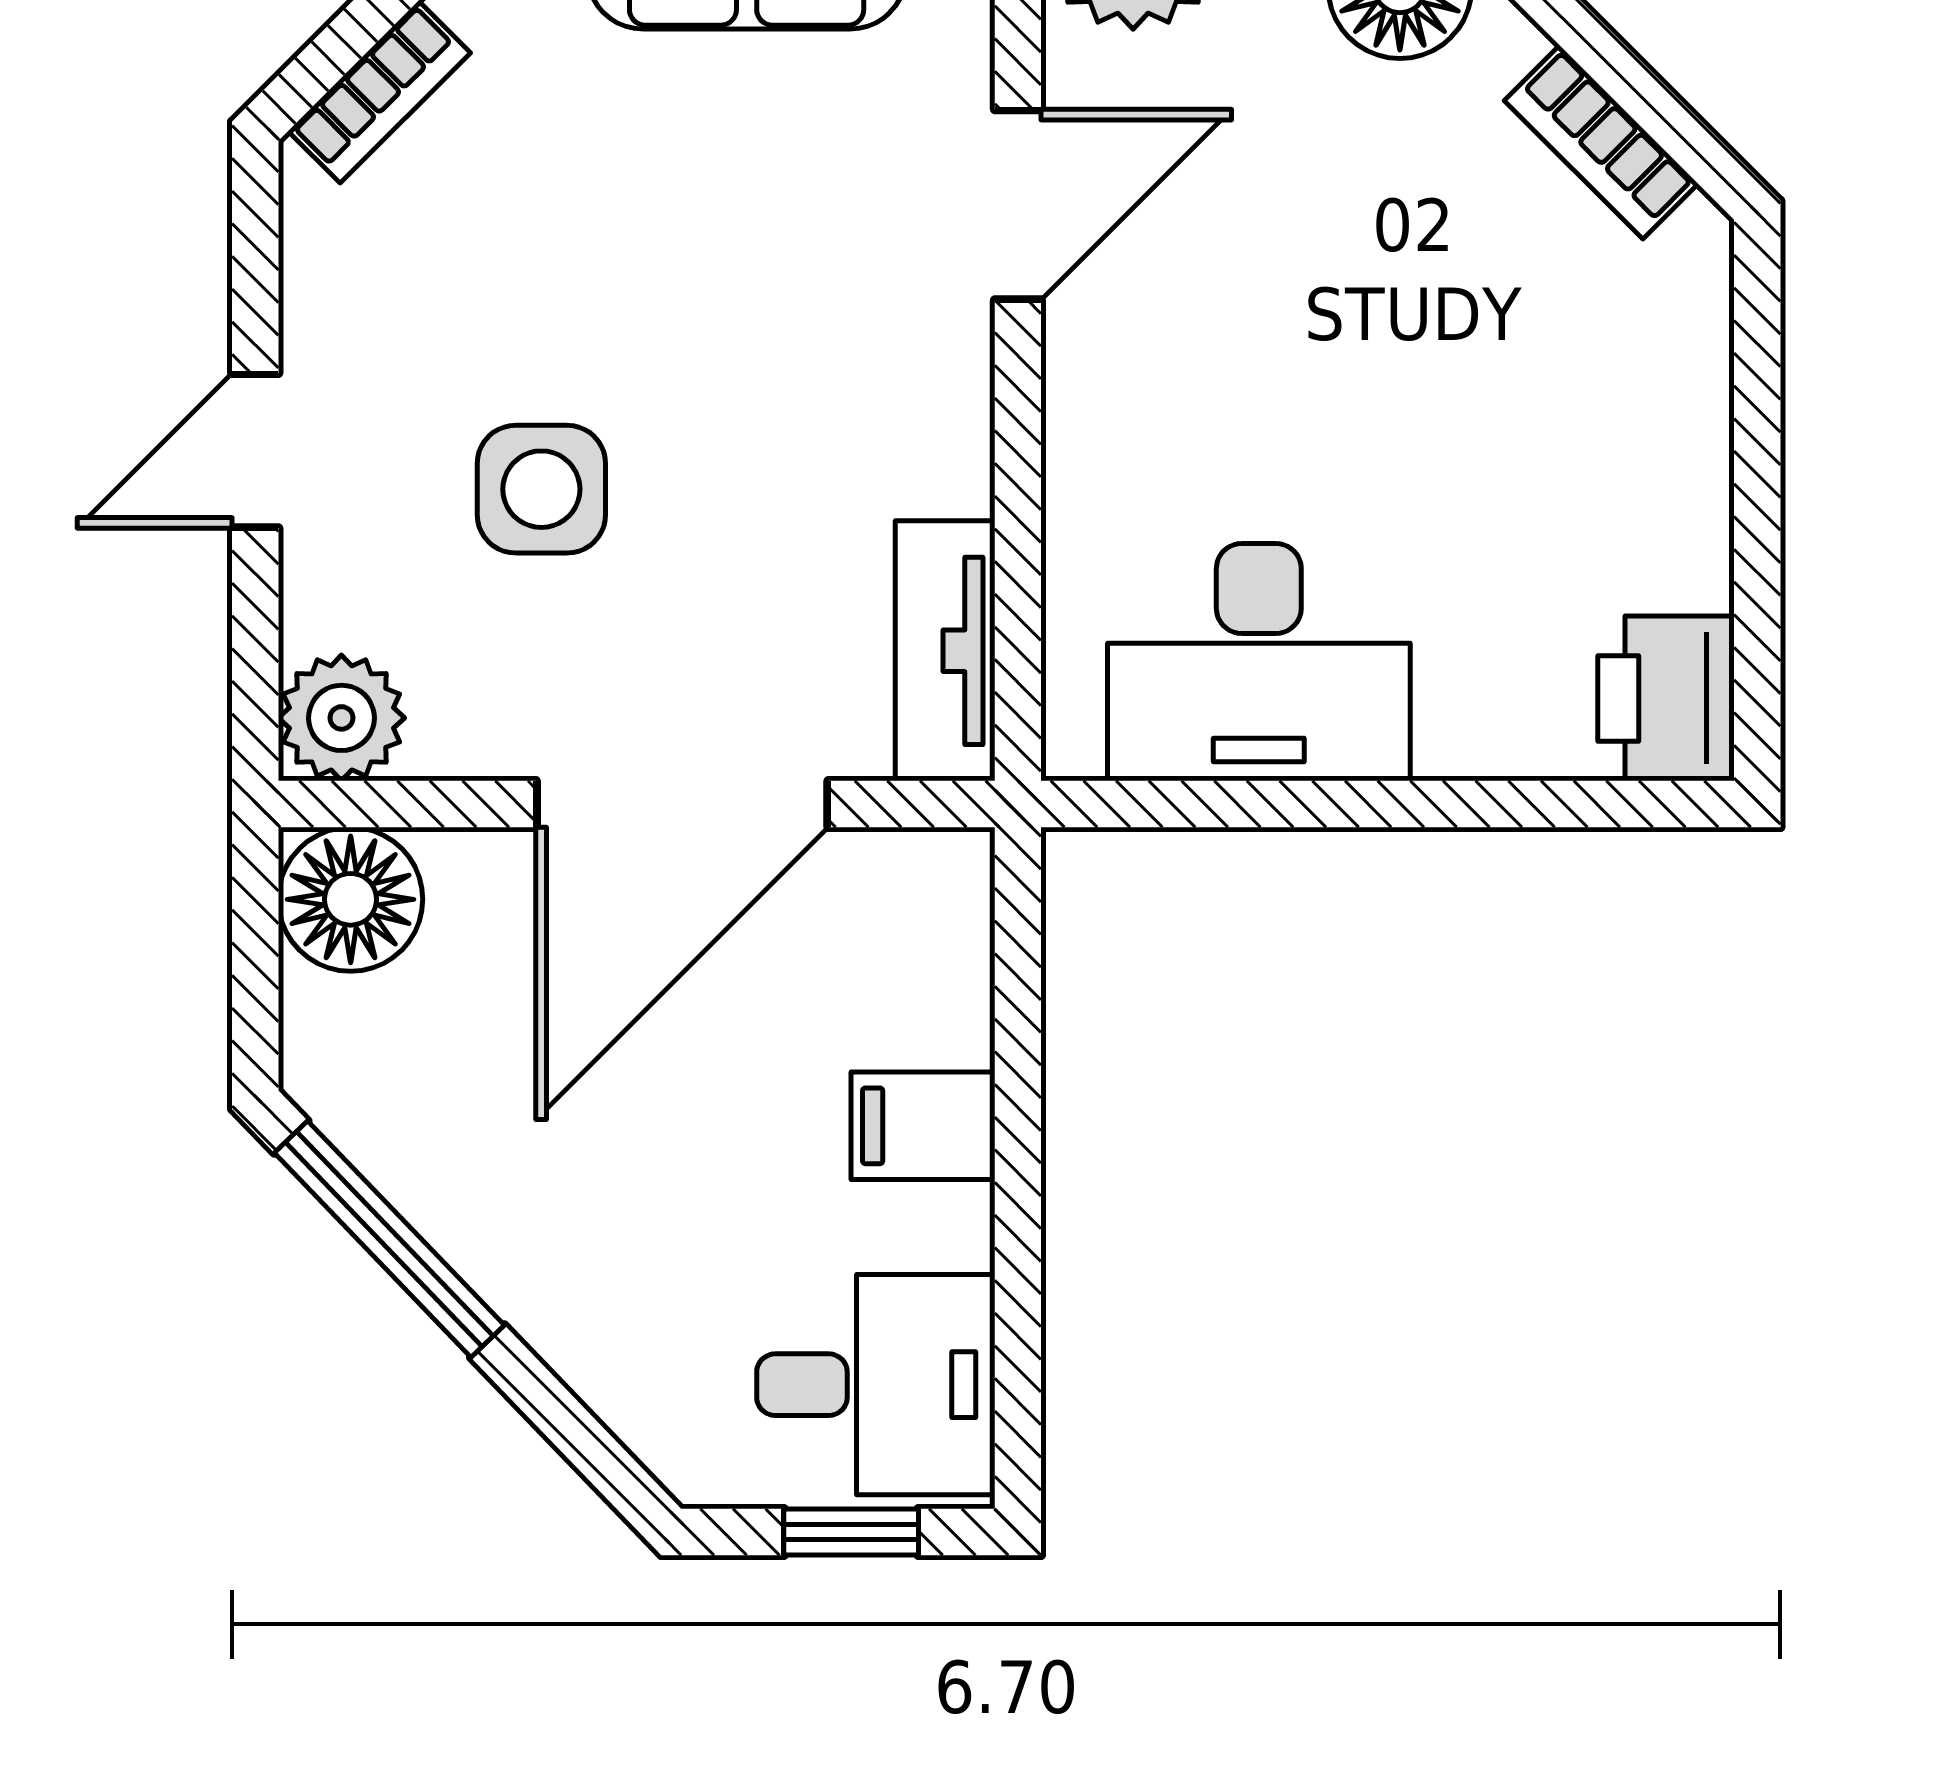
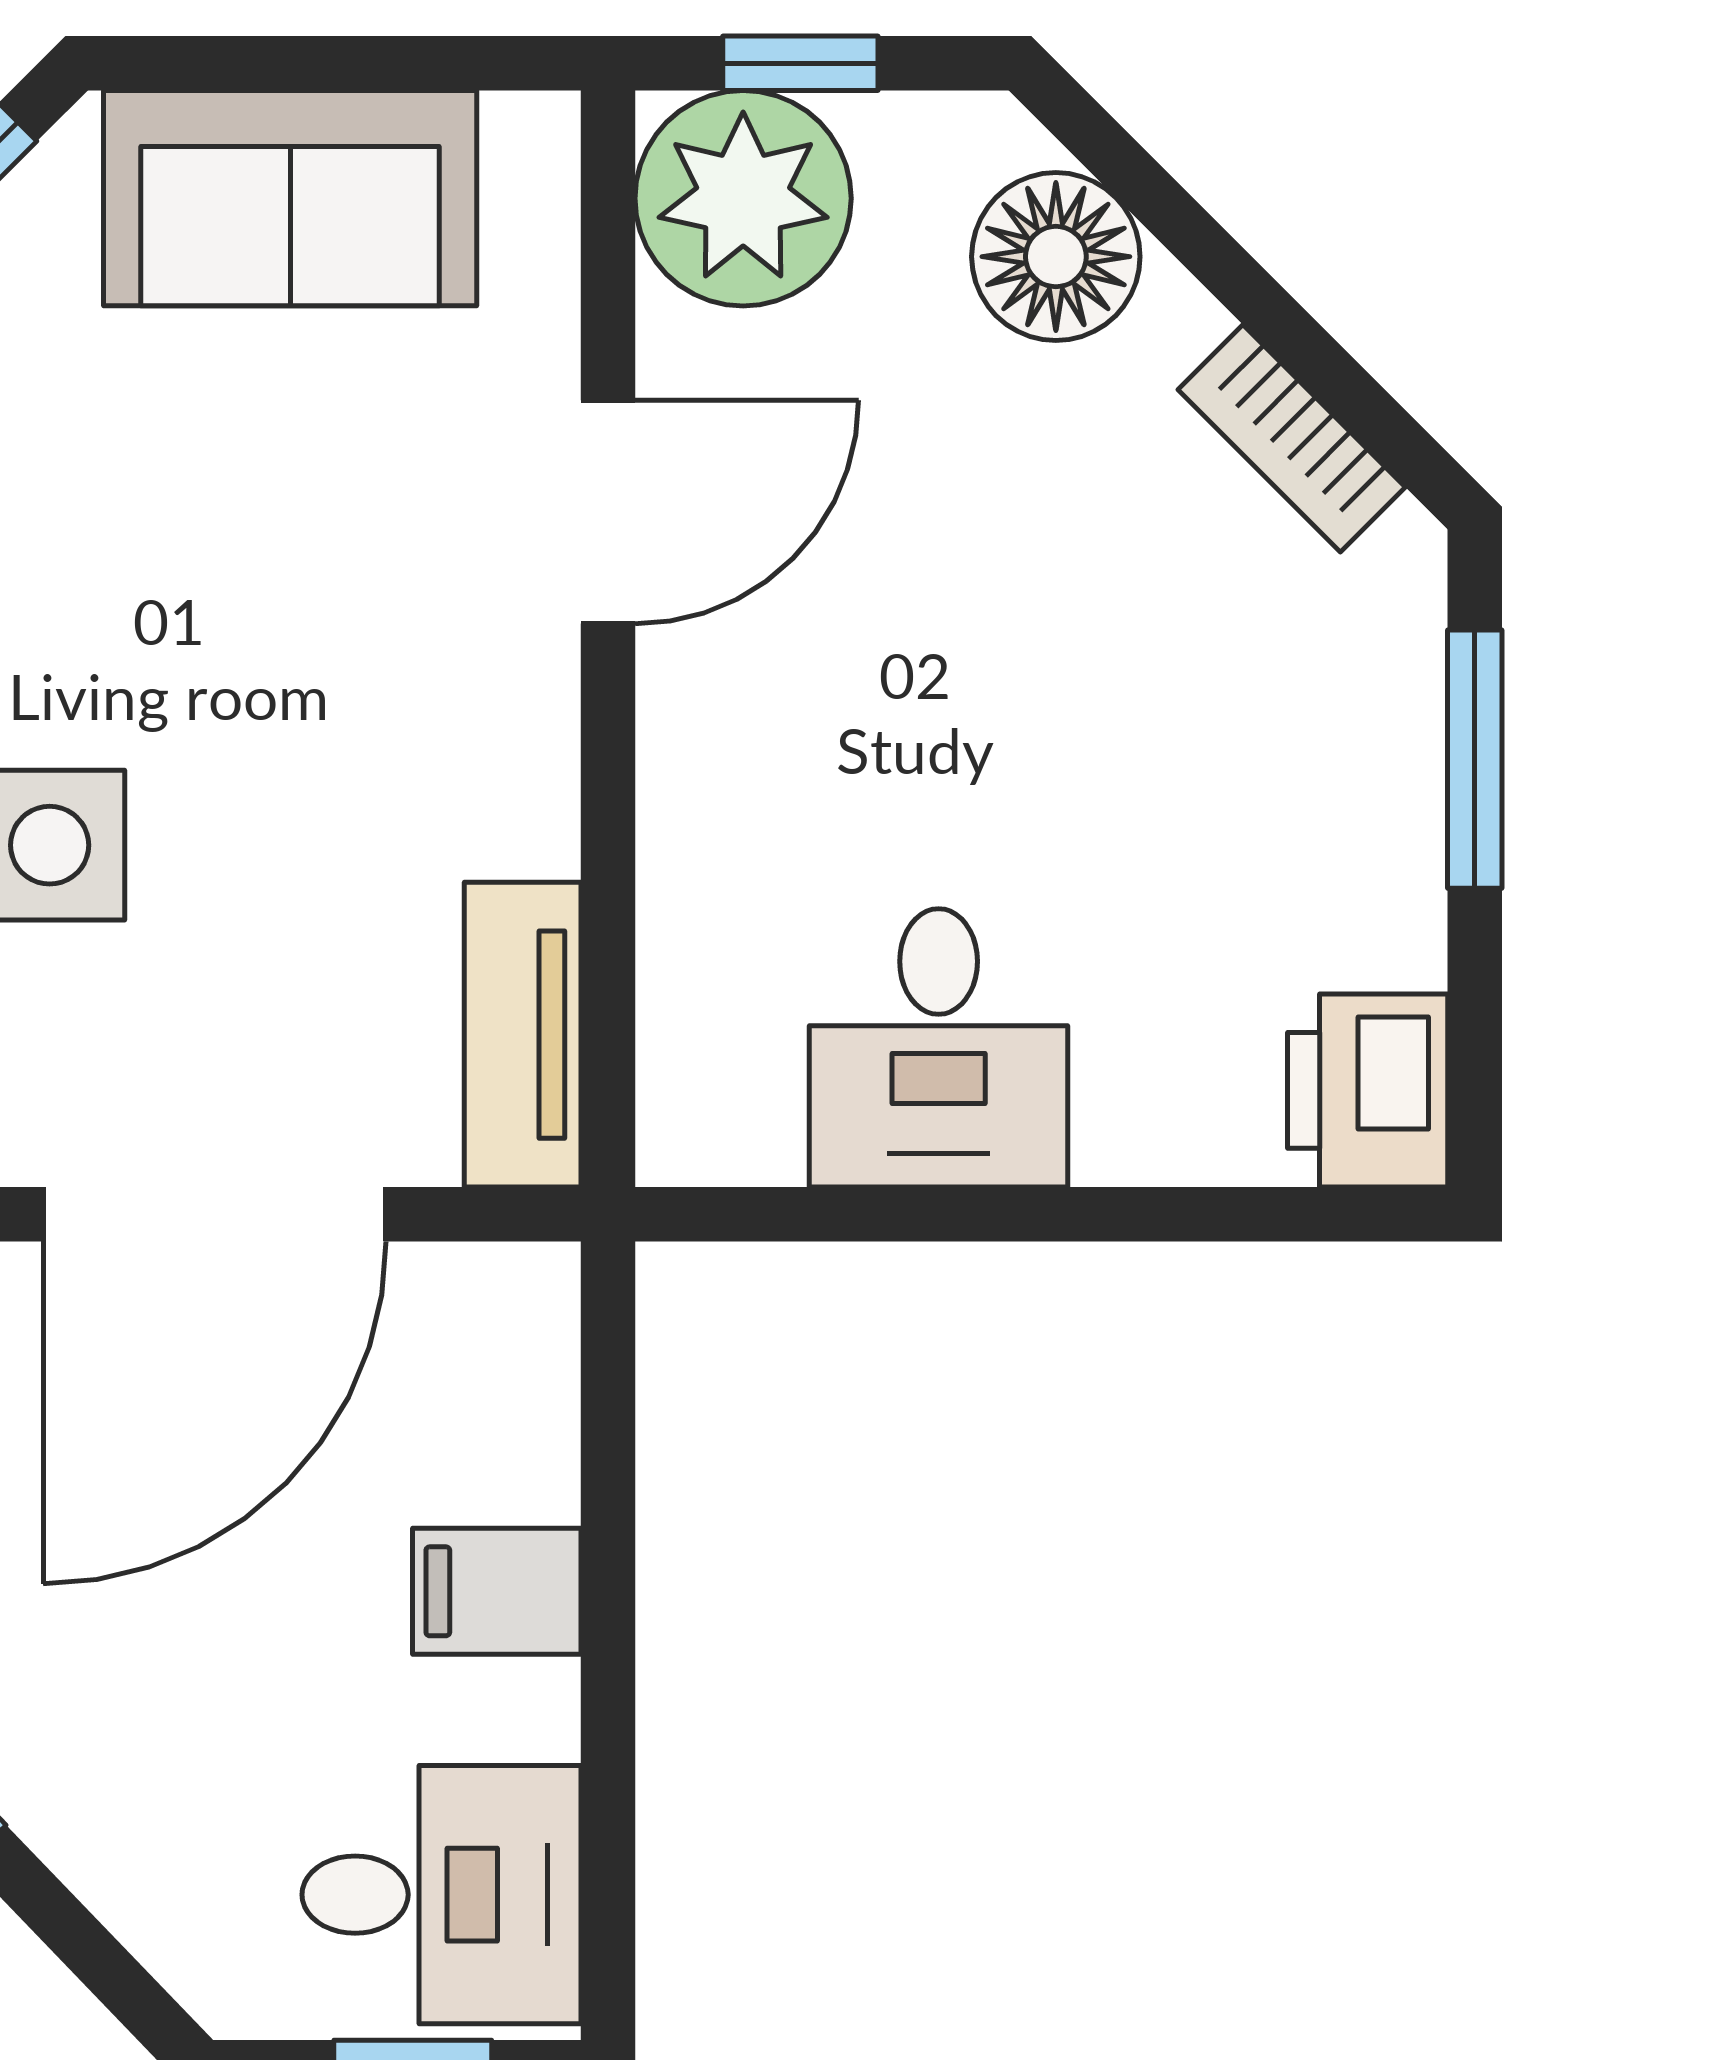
window: (1757, 416) -> (1475, 759), added
desk: (1259, 662) -> (939, 1048), width x0.73

